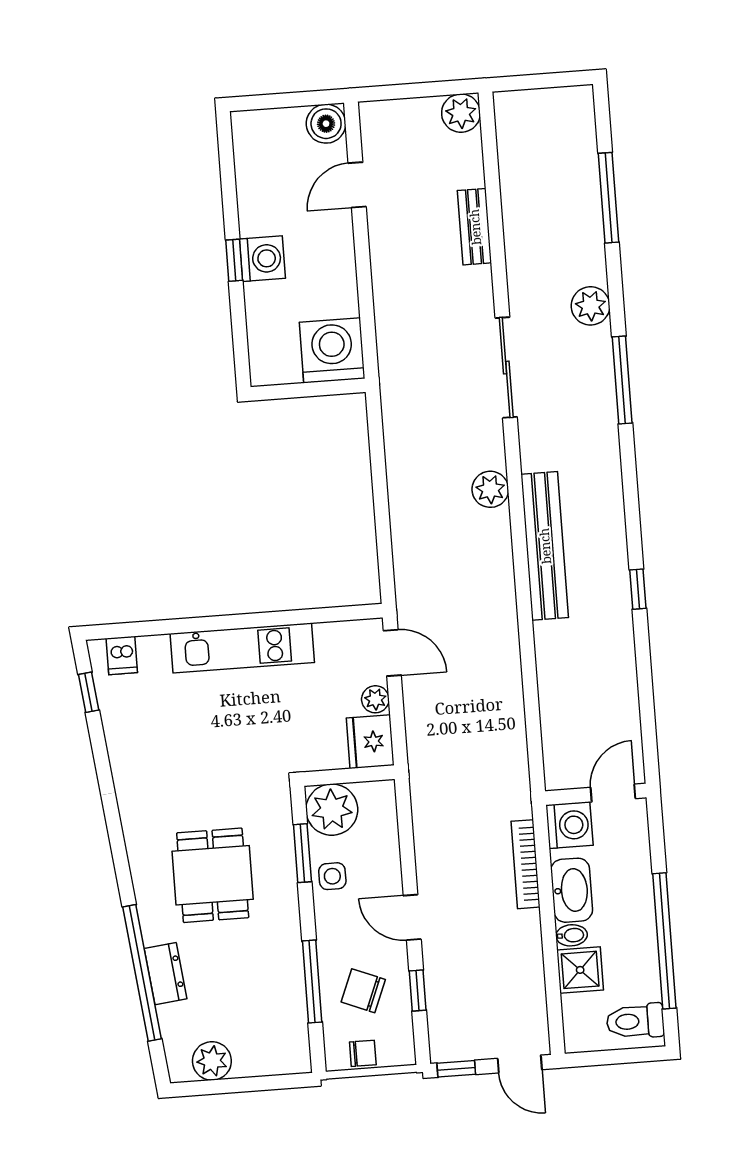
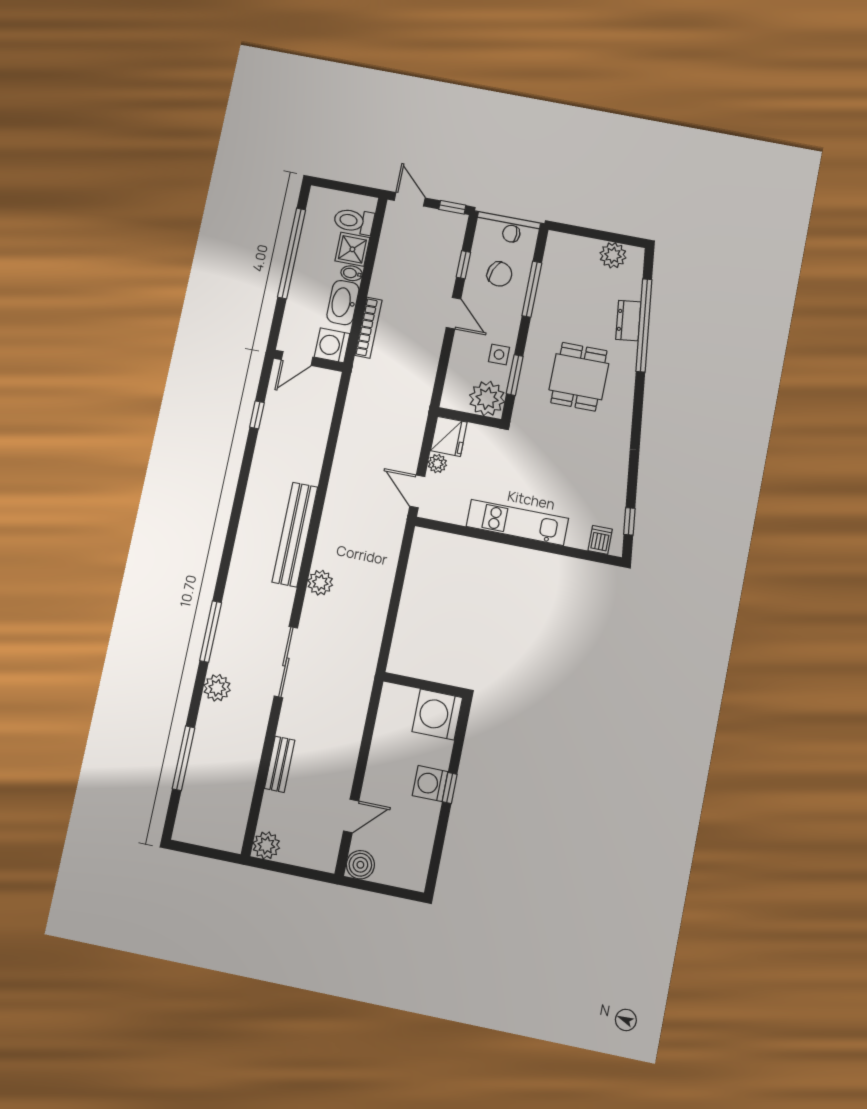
washing machine: (332, 350) -> (437, 715), moved, turned 90
window: (638, 589) -> (257, 415), moved
toilet: (635, 1021) -> (354, 221), moved, turned 180

